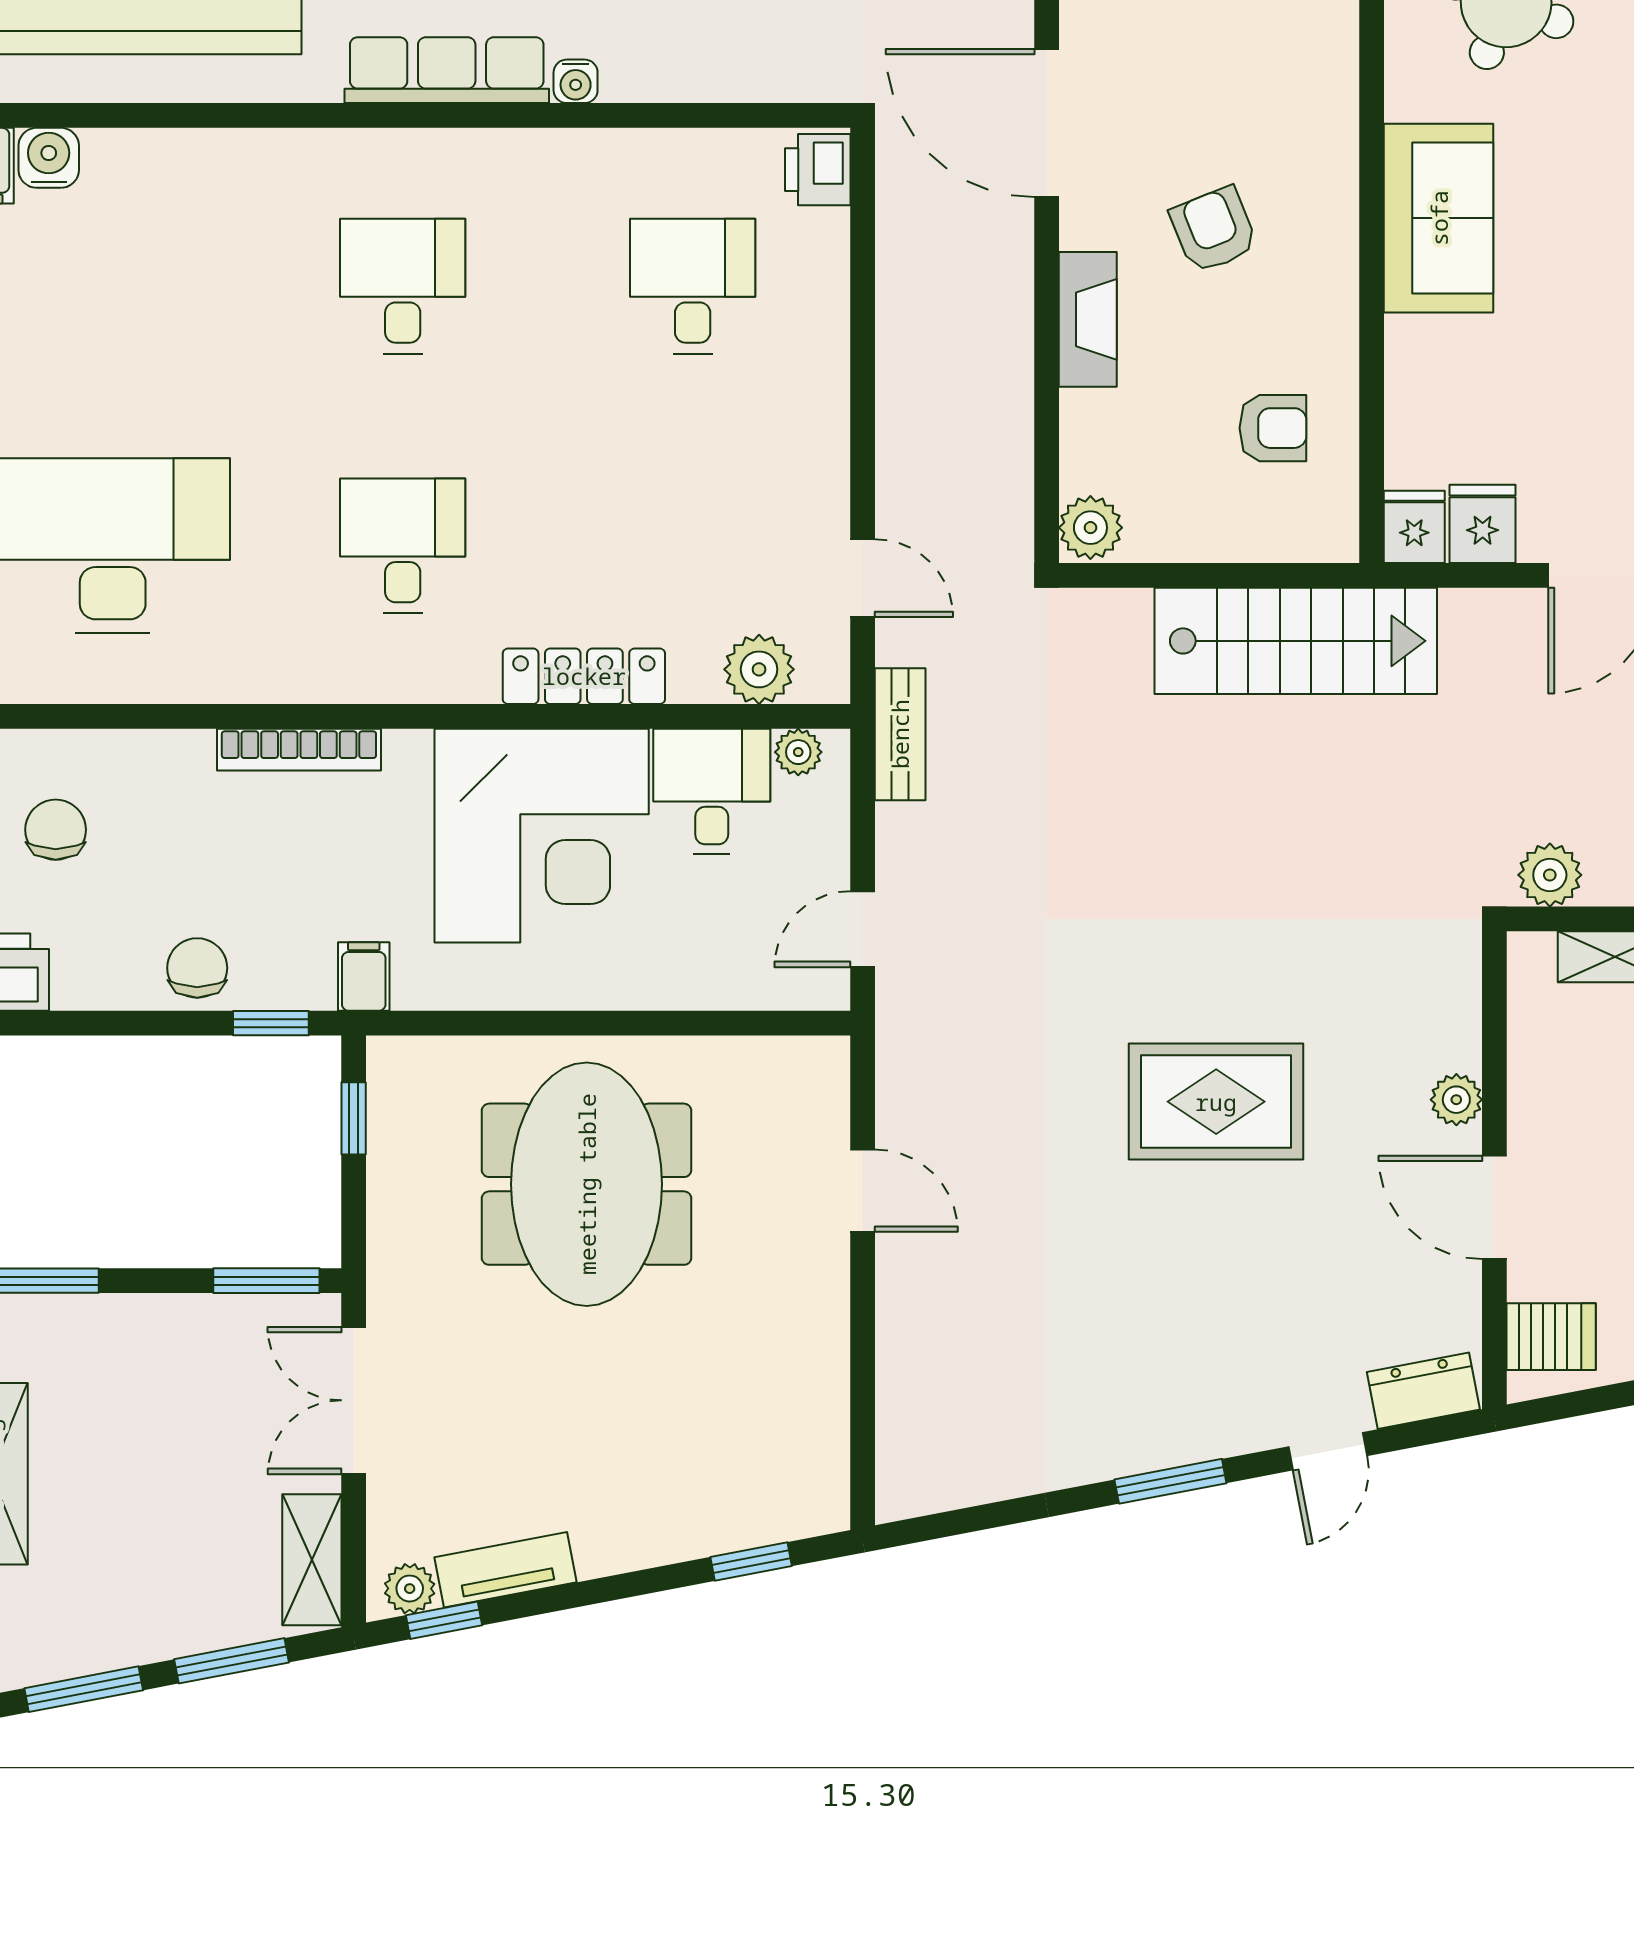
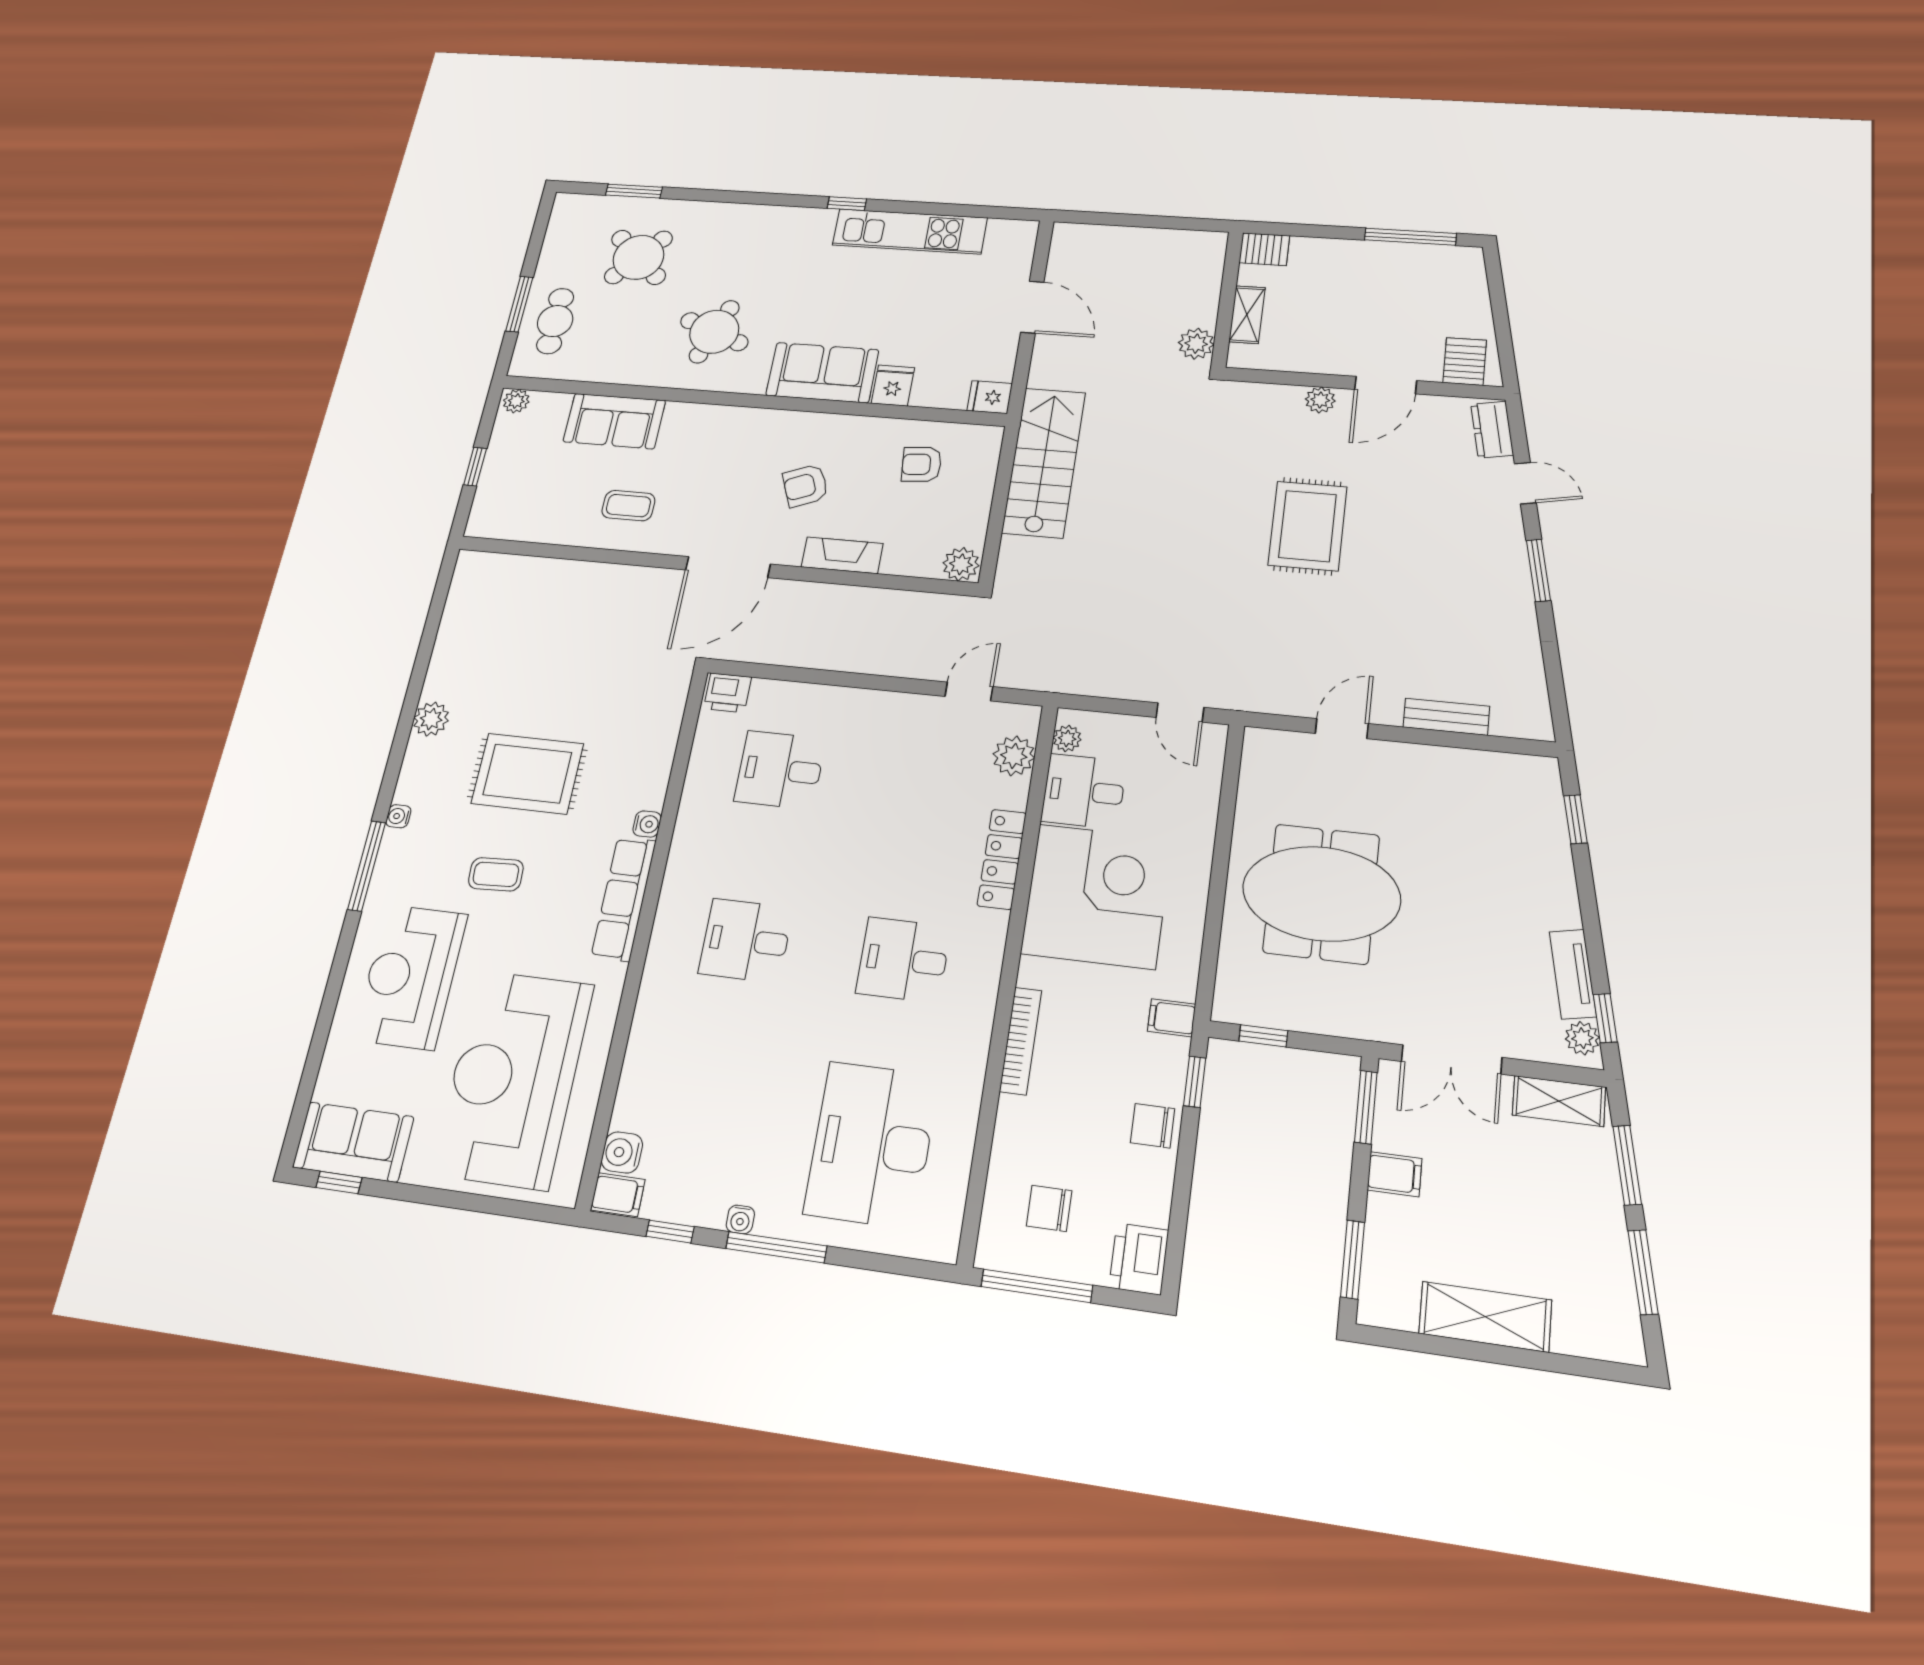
armchair: (1273, 428) -> (922, 464), turned -95
fridge: (1483, 524) -> (893, 386), moved, turned 90
bench: (900, 734) -> (1446, 717), moved
filing cabinet: (174, 1331) -> (1394, 1174), added

